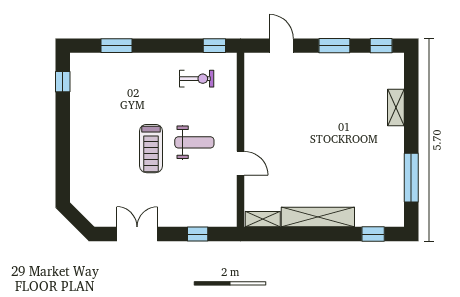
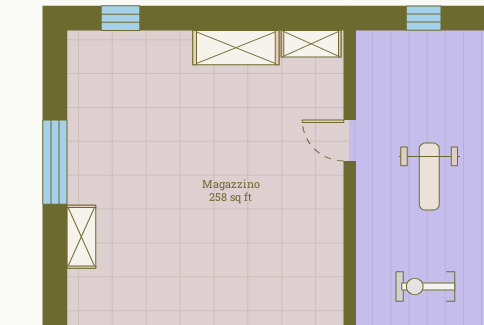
weight bench: (194, 142) -> (429, 177), turned -90
window: (411, 178) -> (55, 162), moved
shelving: (318, 217) -> (236, 48), width x0.68

